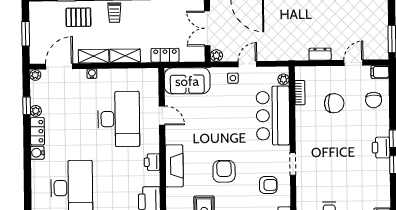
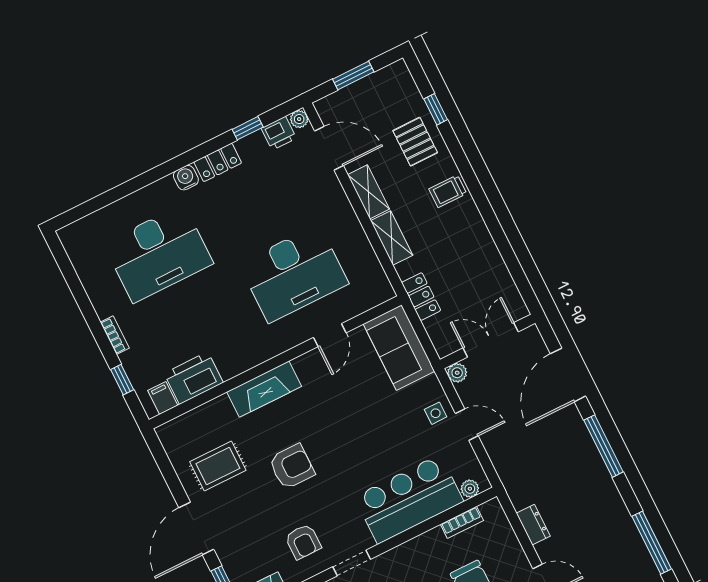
water cooler: (92, 74) -> (342, 202), removed
plant: (36, 111) -> (247, 145), removed
printer: (152, 162) -> (279, 133), moved, turned 180

